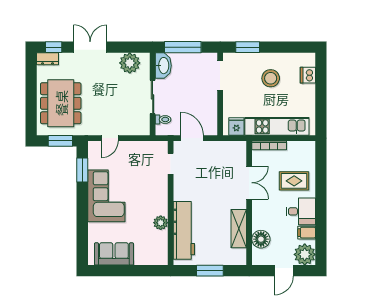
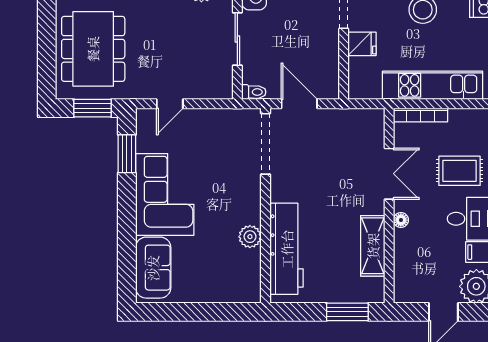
toilet: (163, 119) -> (254, 92), moved
fridge: (236, 126) -> (362, 44), moved, turned 90
doorway: (171, 164) -> (266, 144), width x1.88
floor lamp: (261, 239) -> (401, 220), moved, width x0.53, depth x0.53
sofa: (114, 254) -> (153, 268), moved, turned 90
window: (210, 271) -> (347, 312), moved

